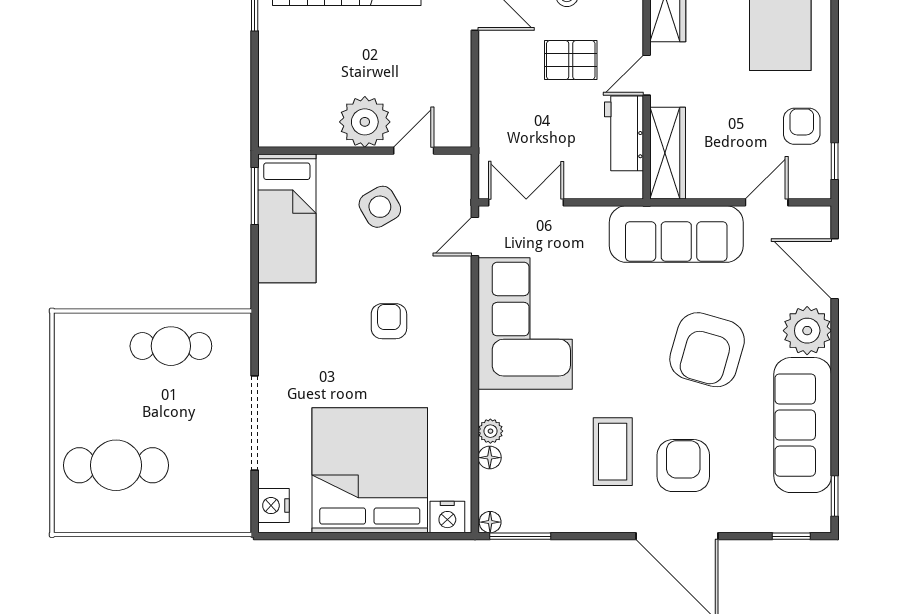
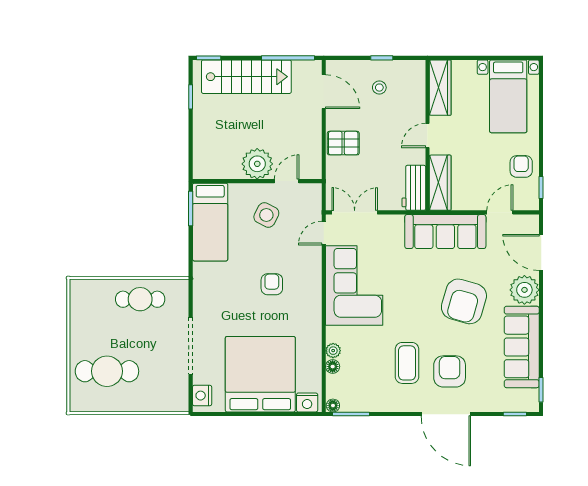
pallet: (571, 60) -> (343, 143), moved
workbench: (624, 133) -> (414, 188), moved
side table: (380, 207) -> (266, 215), turned -33

